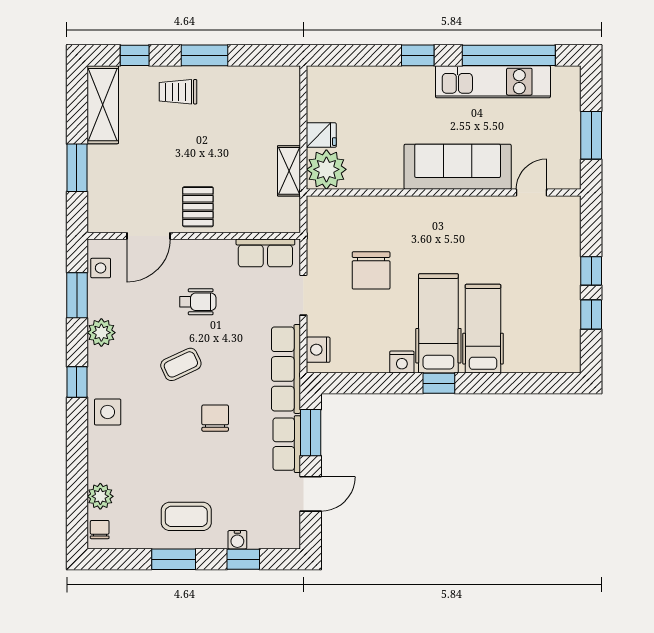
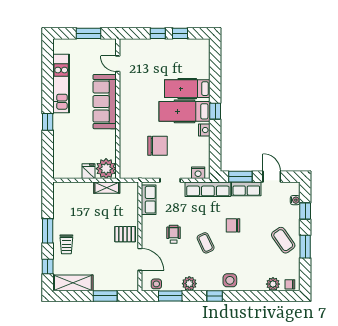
window: (509, 55) -> (48, 75), removed
coffee table: (186, 516) -> (283, 240), turned -35
water cooler: (237, 540) -> (295, 200), moved

